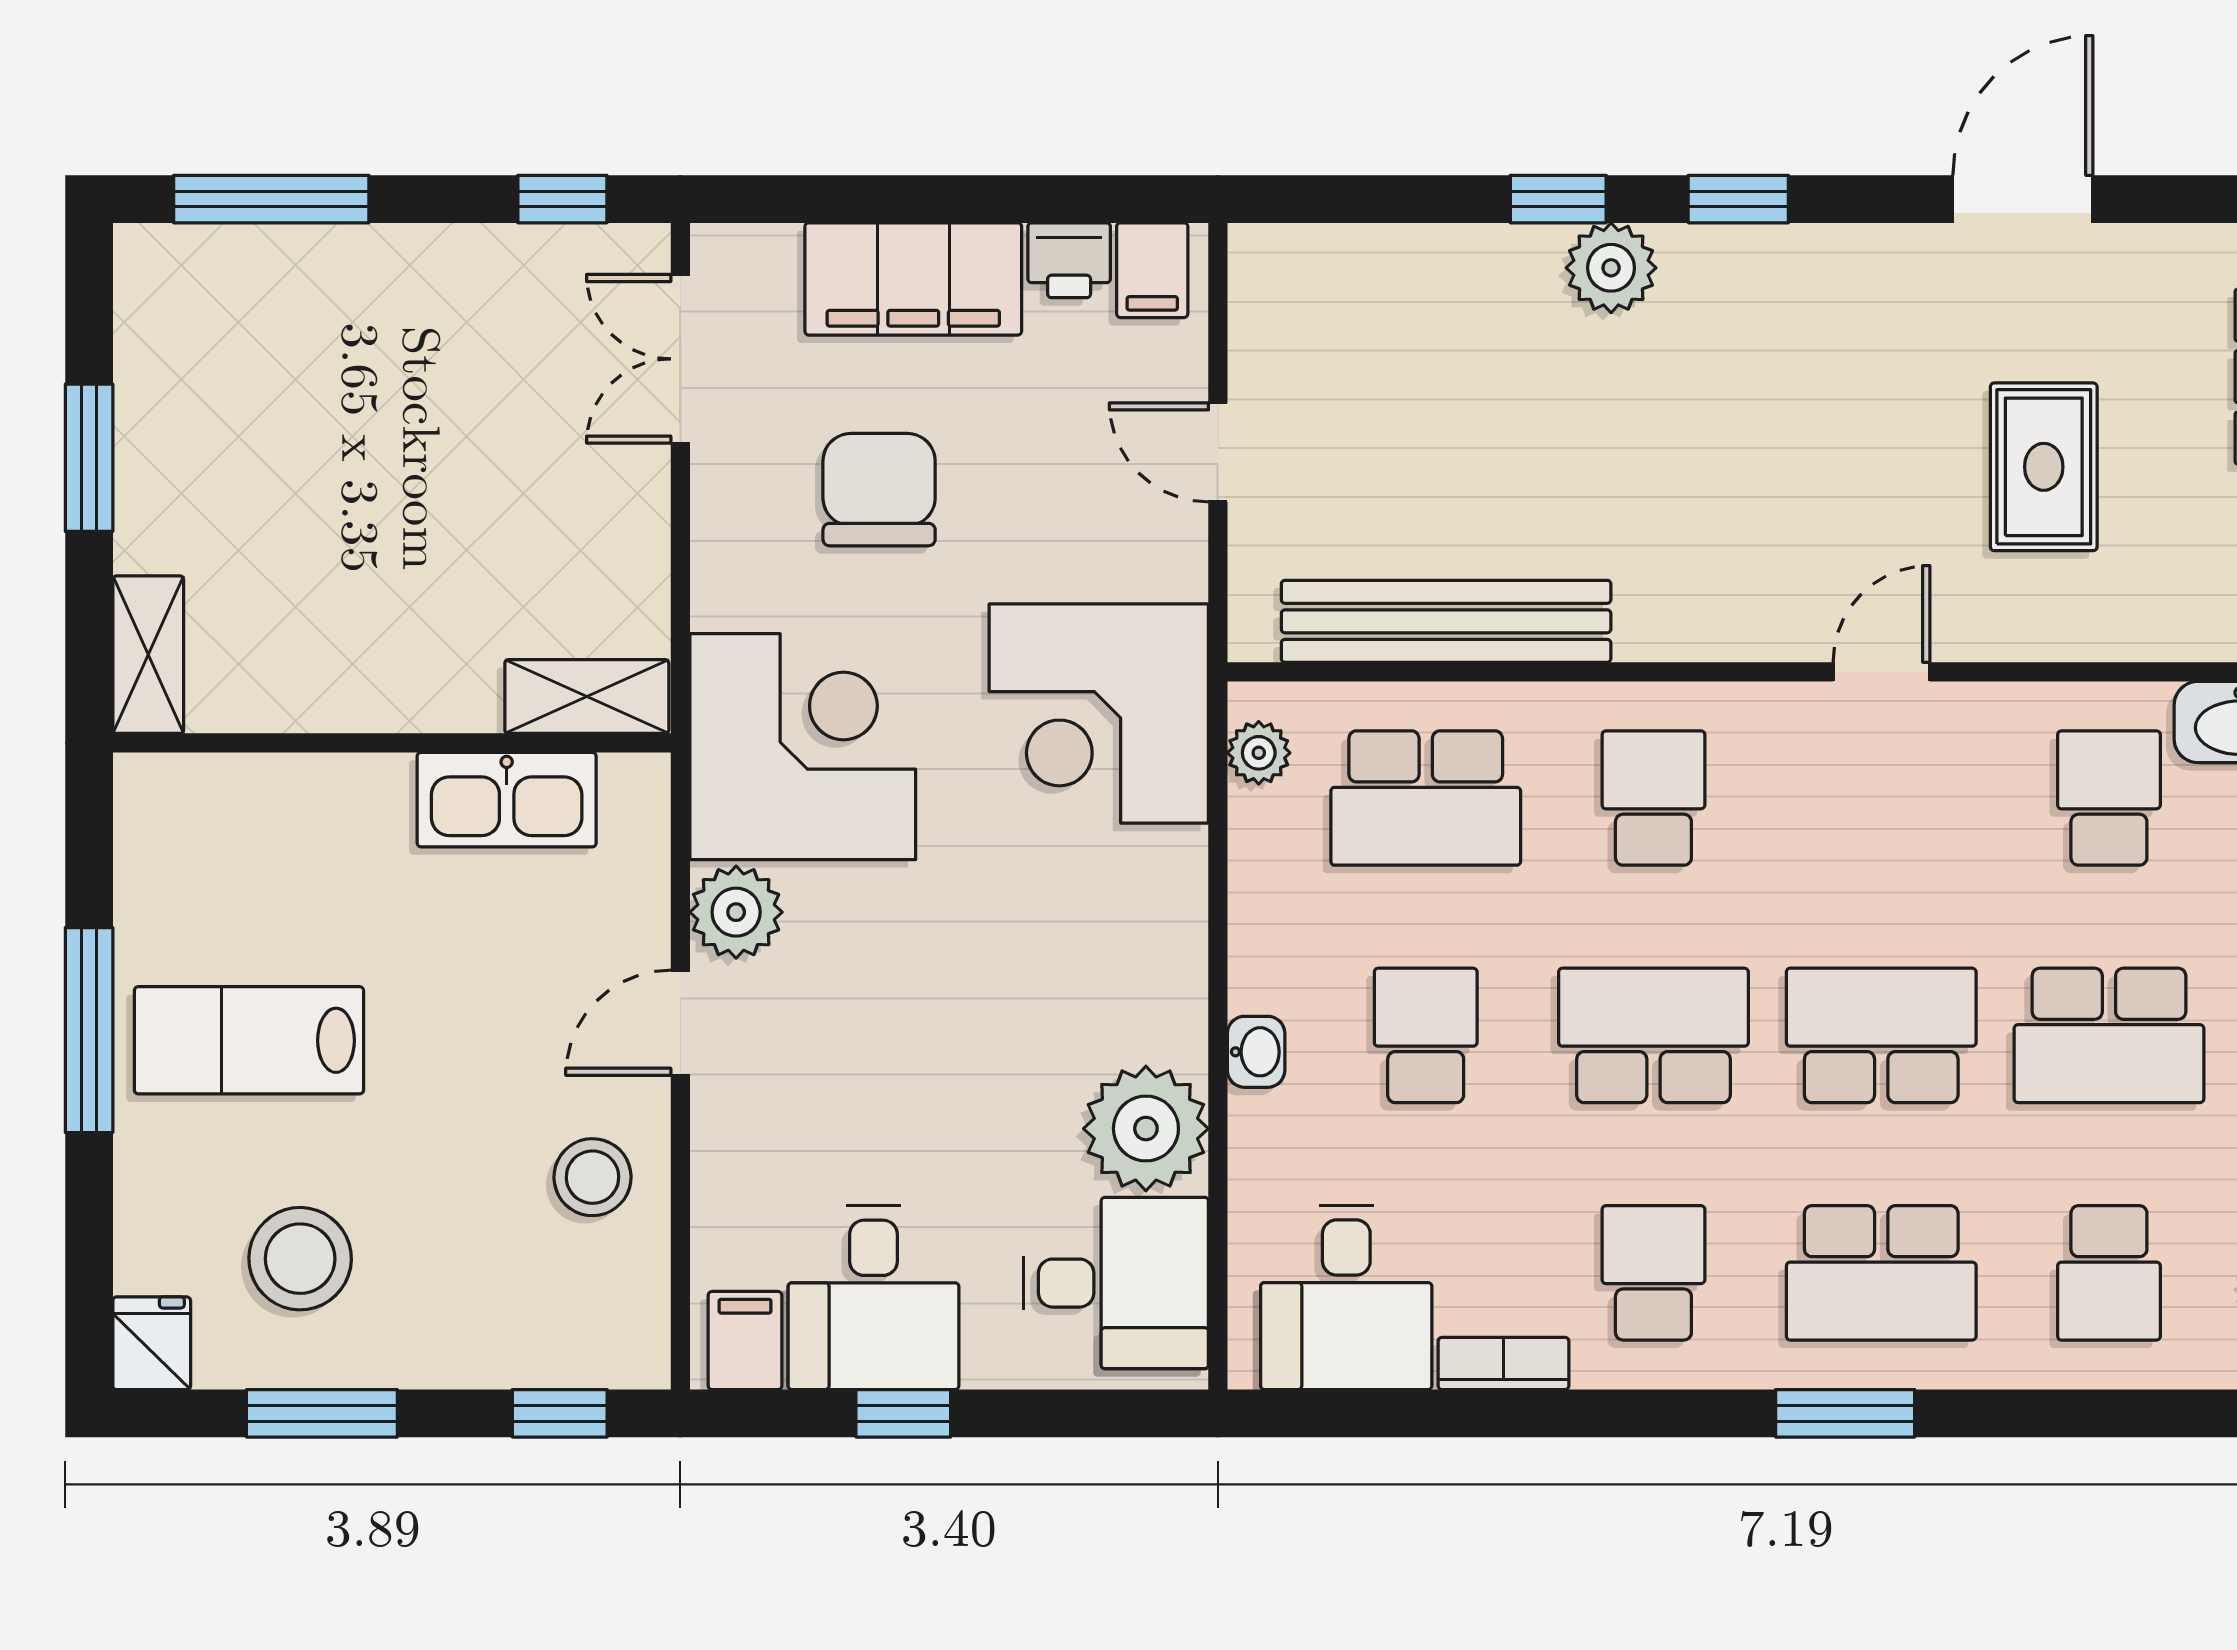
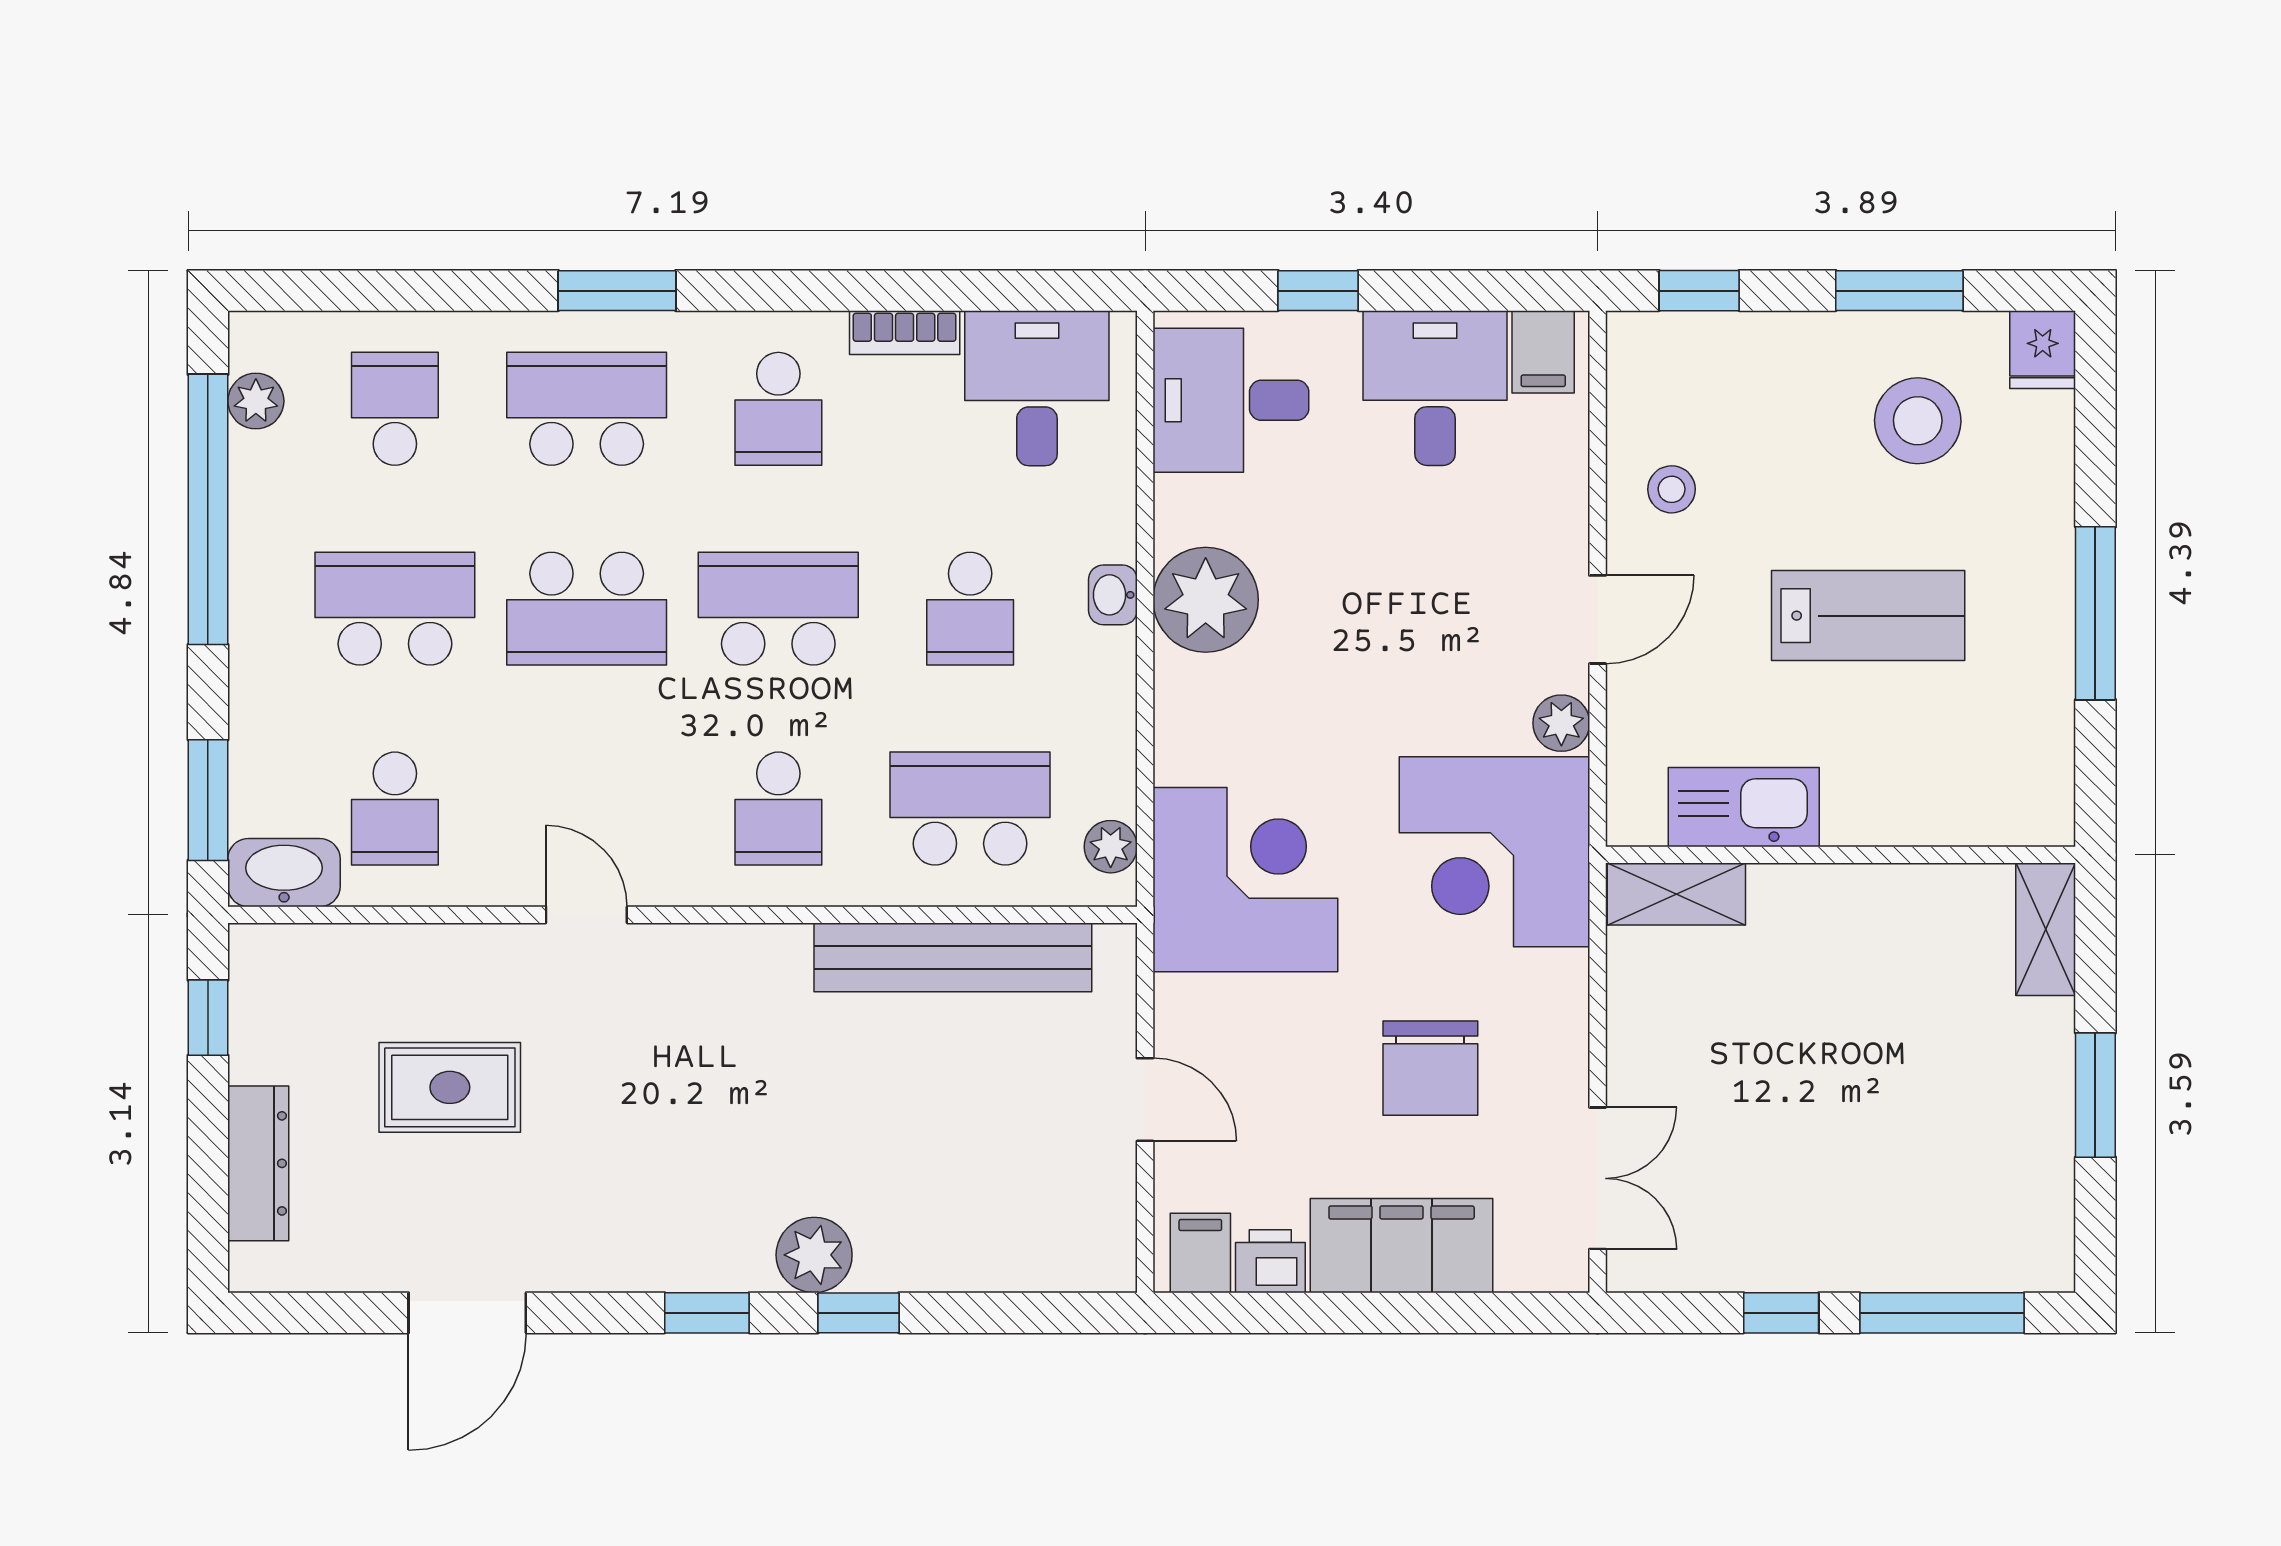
window: (562, 199) -> (1781, 1313), moved
rug: (2044, 467) -> (450, 1087), turned 90
door: (1881, 672) -> (586, 915), swing flipped
plant: (736, 912) -> (1561, 723), width x0.73, depth x0.73
school desk: (1653, 1035) -> (778, 609), turned 180
lab bench: (249, 1040) -> (1868, 616), moved
plant: (1146, 1129) -> (1206, 600), moved
stool: (592, 1177) -> (1672, 489), width x0.73, depth x0.73
window: (903, 1413) -> (1318, 291), moved

